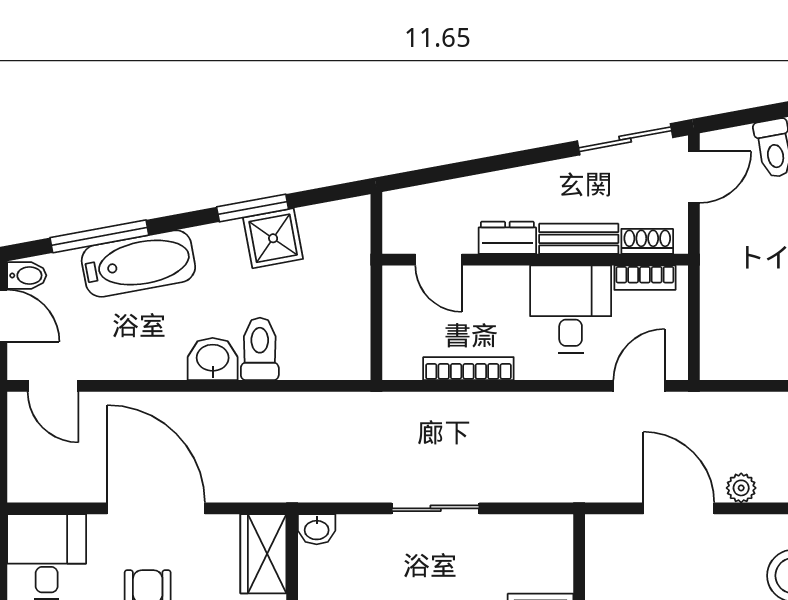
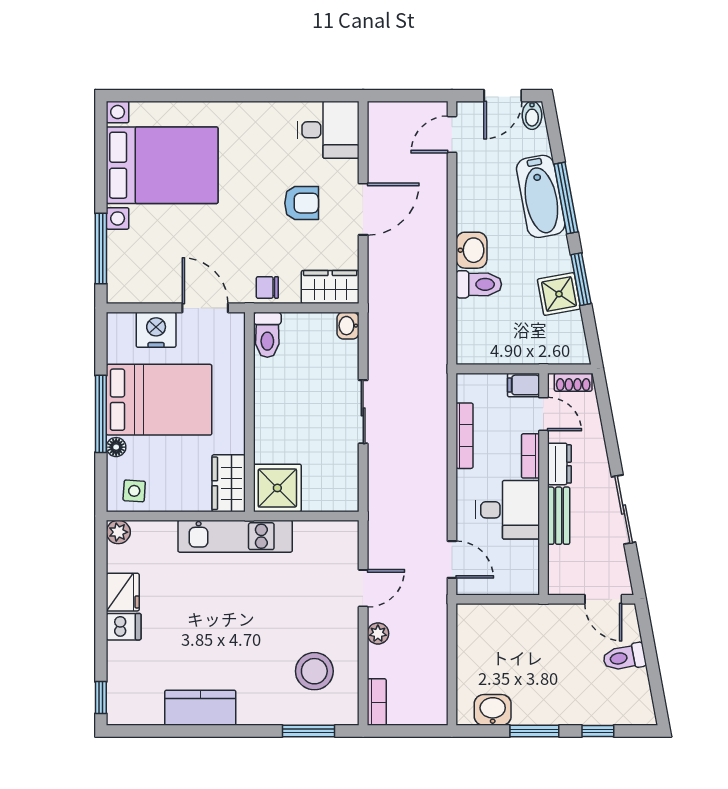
sliding door: (625, 139) -> (624, 509), moved
window: (99, 236) -> (566, 198), moved
shoe rack: (647, 241) -> (573, 382), moved, turned 90
door: (439, 260) -> (543, 414), swing flipped
bookcase: (645, 278) -> (530, 456), moved
filing cabinet: (399, 287) -> (523, 385), added
door: (156, 508) -> (363, 209), width x0.73
door: (679, 508) -> (363, 588), width x0.73

